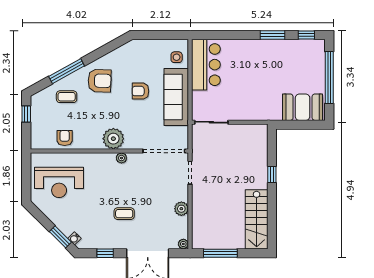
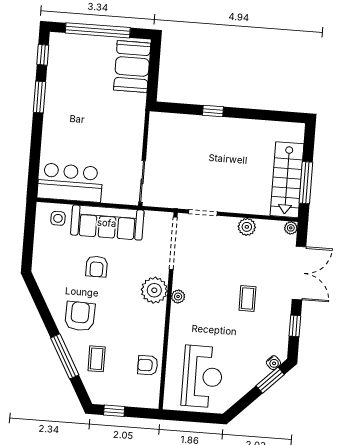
plant: (113, 139) -> (154, 290), moved
stairs: (257, 219) -> (287, 180), moved, turned 90

